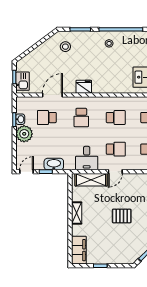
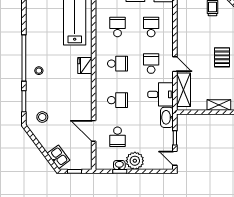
kitchen sink: (23, 81) -> (58, 157), moved, turned 53
fridge: (84, 87) -> (85, 65), moved
school desk: (116, 118) -> (118, 64), turned 90
washbasin: (54, 164) -> (167, 117), moved

